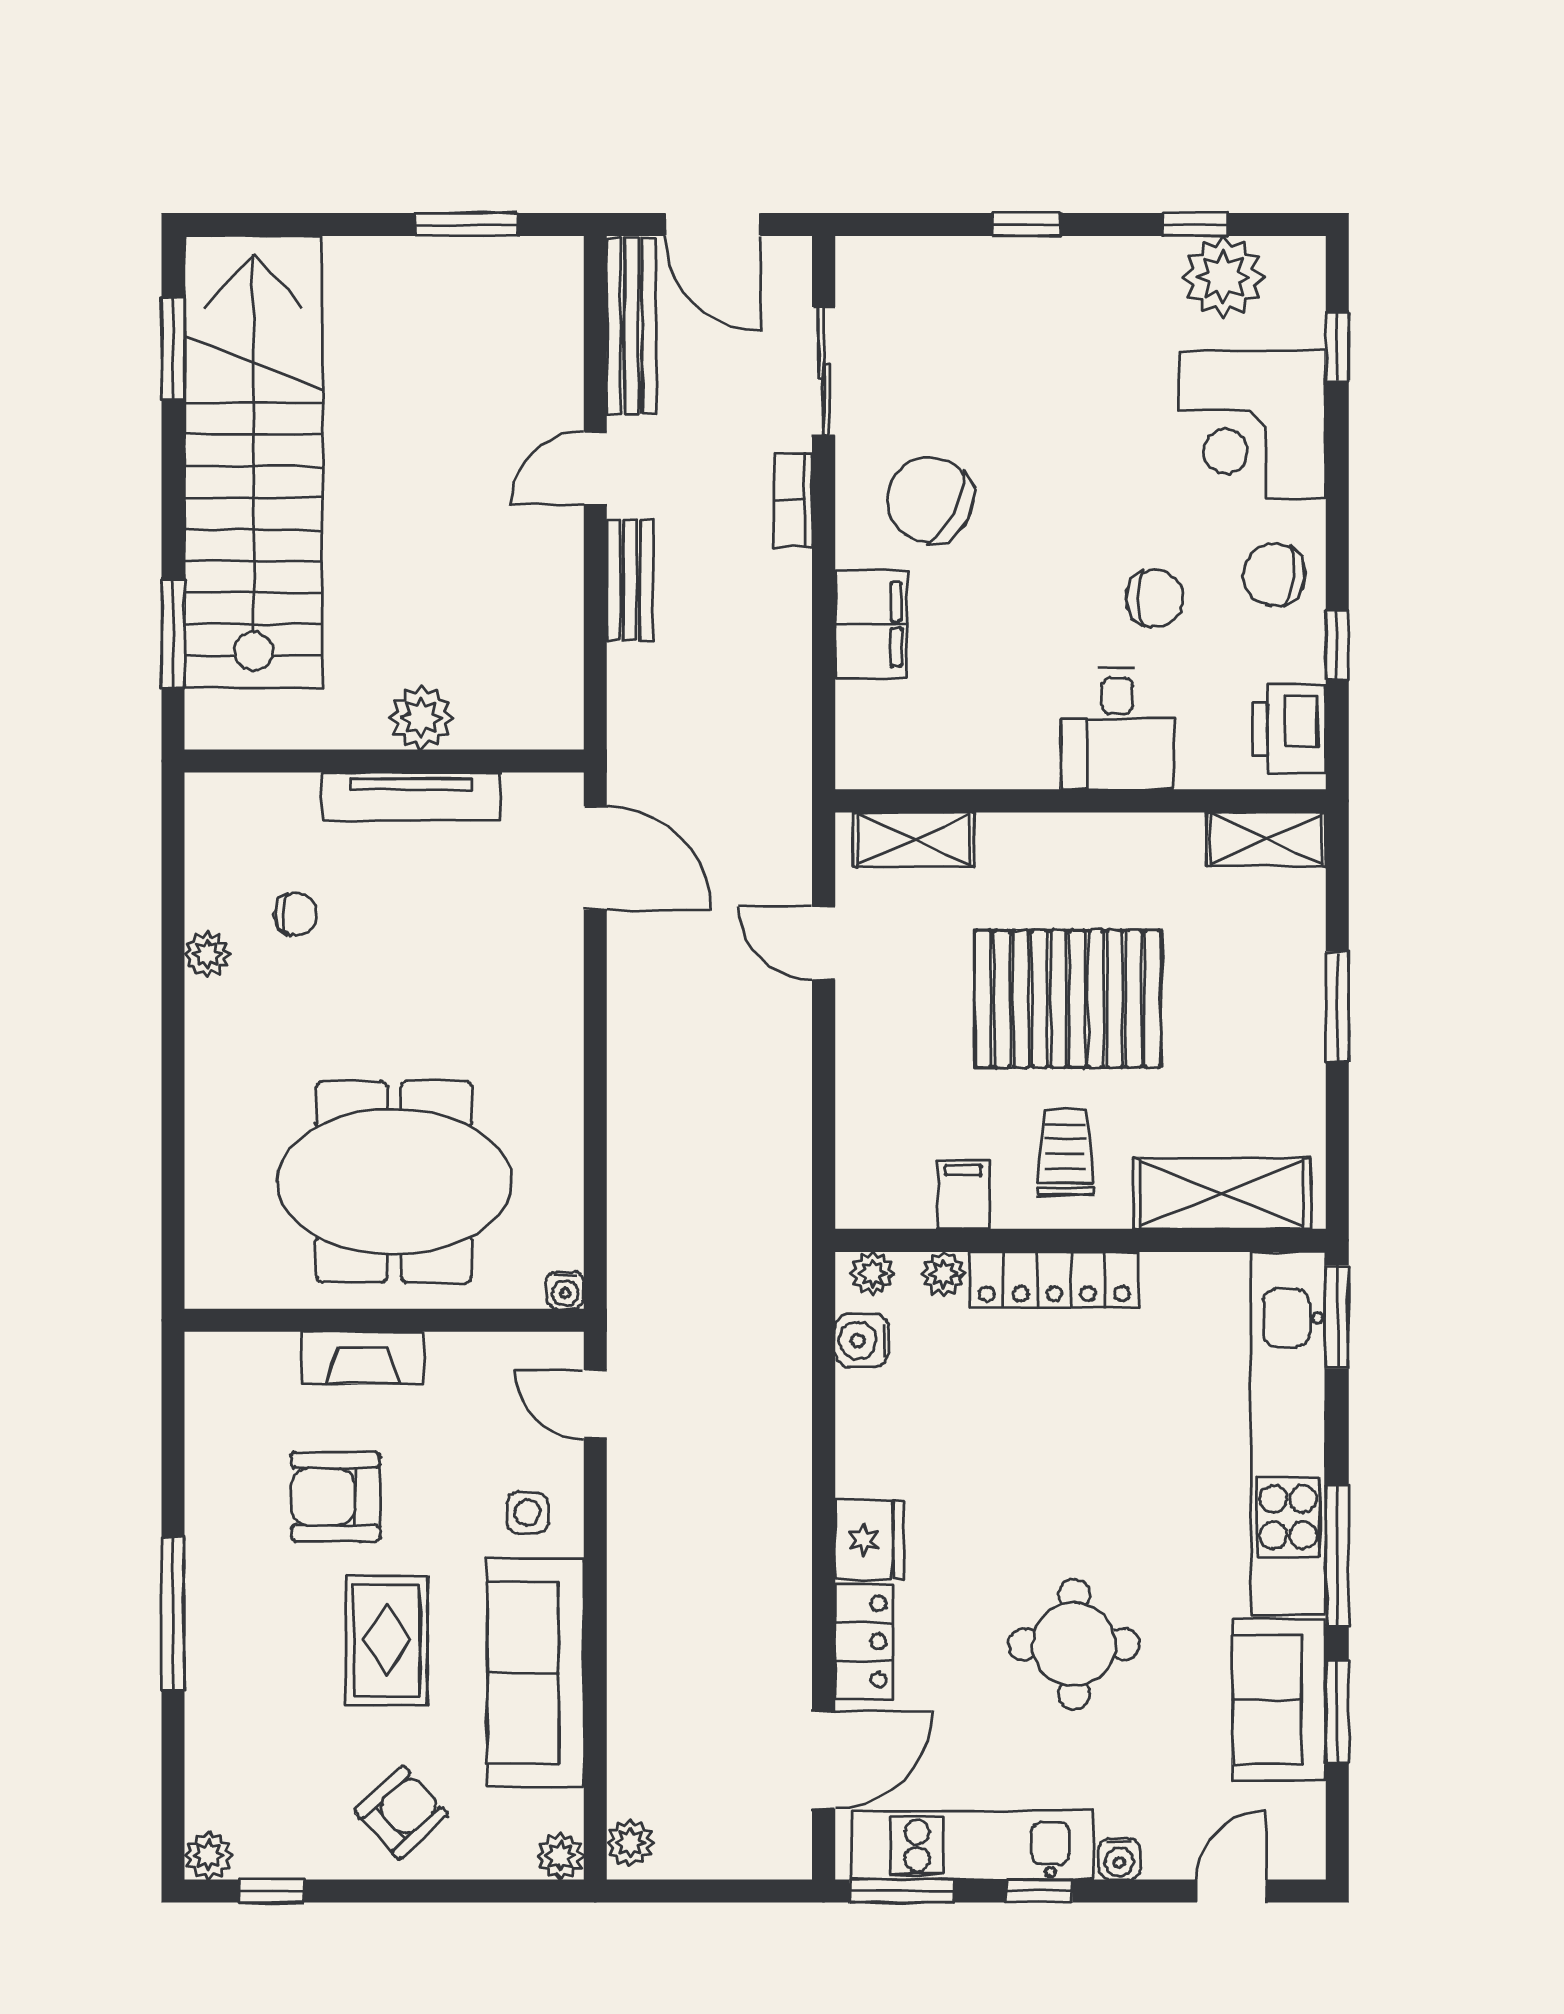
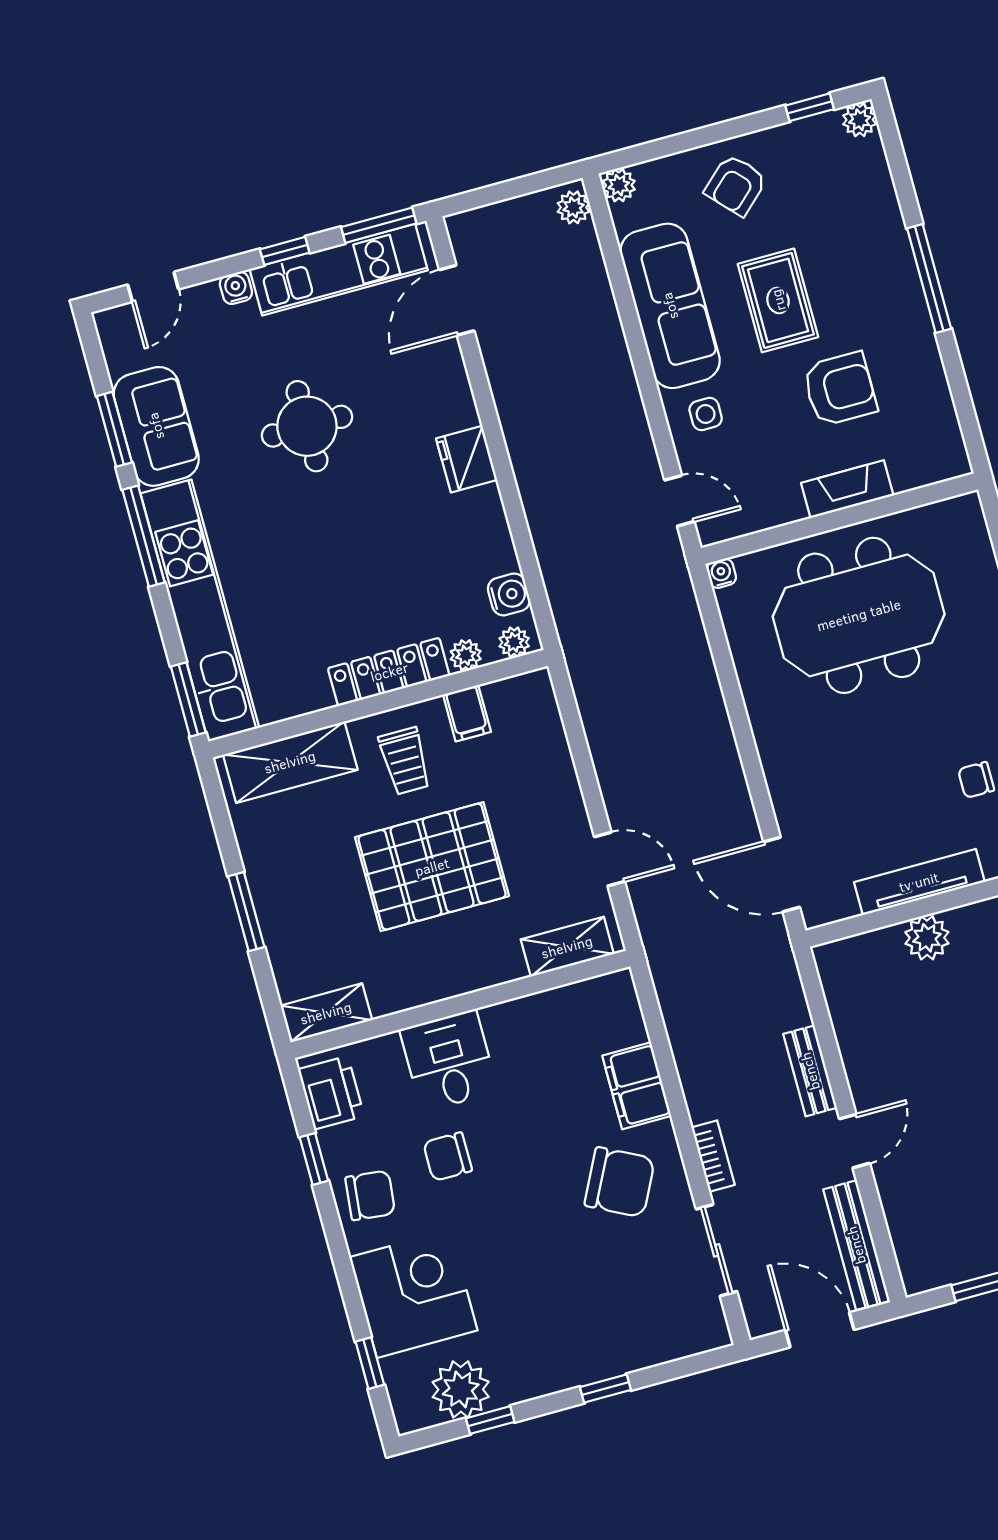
locker: (864, 1642) -> (451, 389), removed

